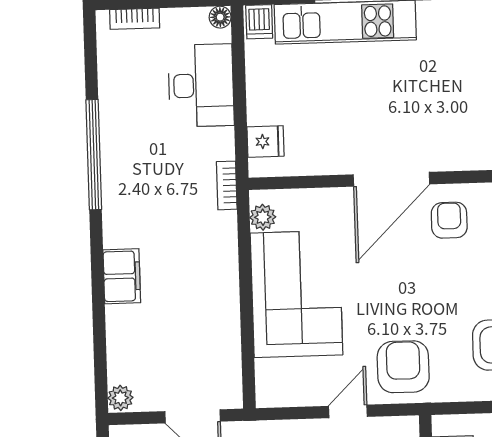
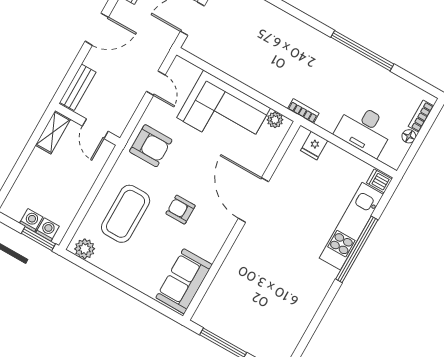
floor lamp: (220, 17) -> (409, 136), moved
armchair: (449, 220) -> (181, 210), moved, turned 180
filing cabinet: (122, 276) -> (289, 26), removed
door: (348, 411) -> (156, 83), moved

